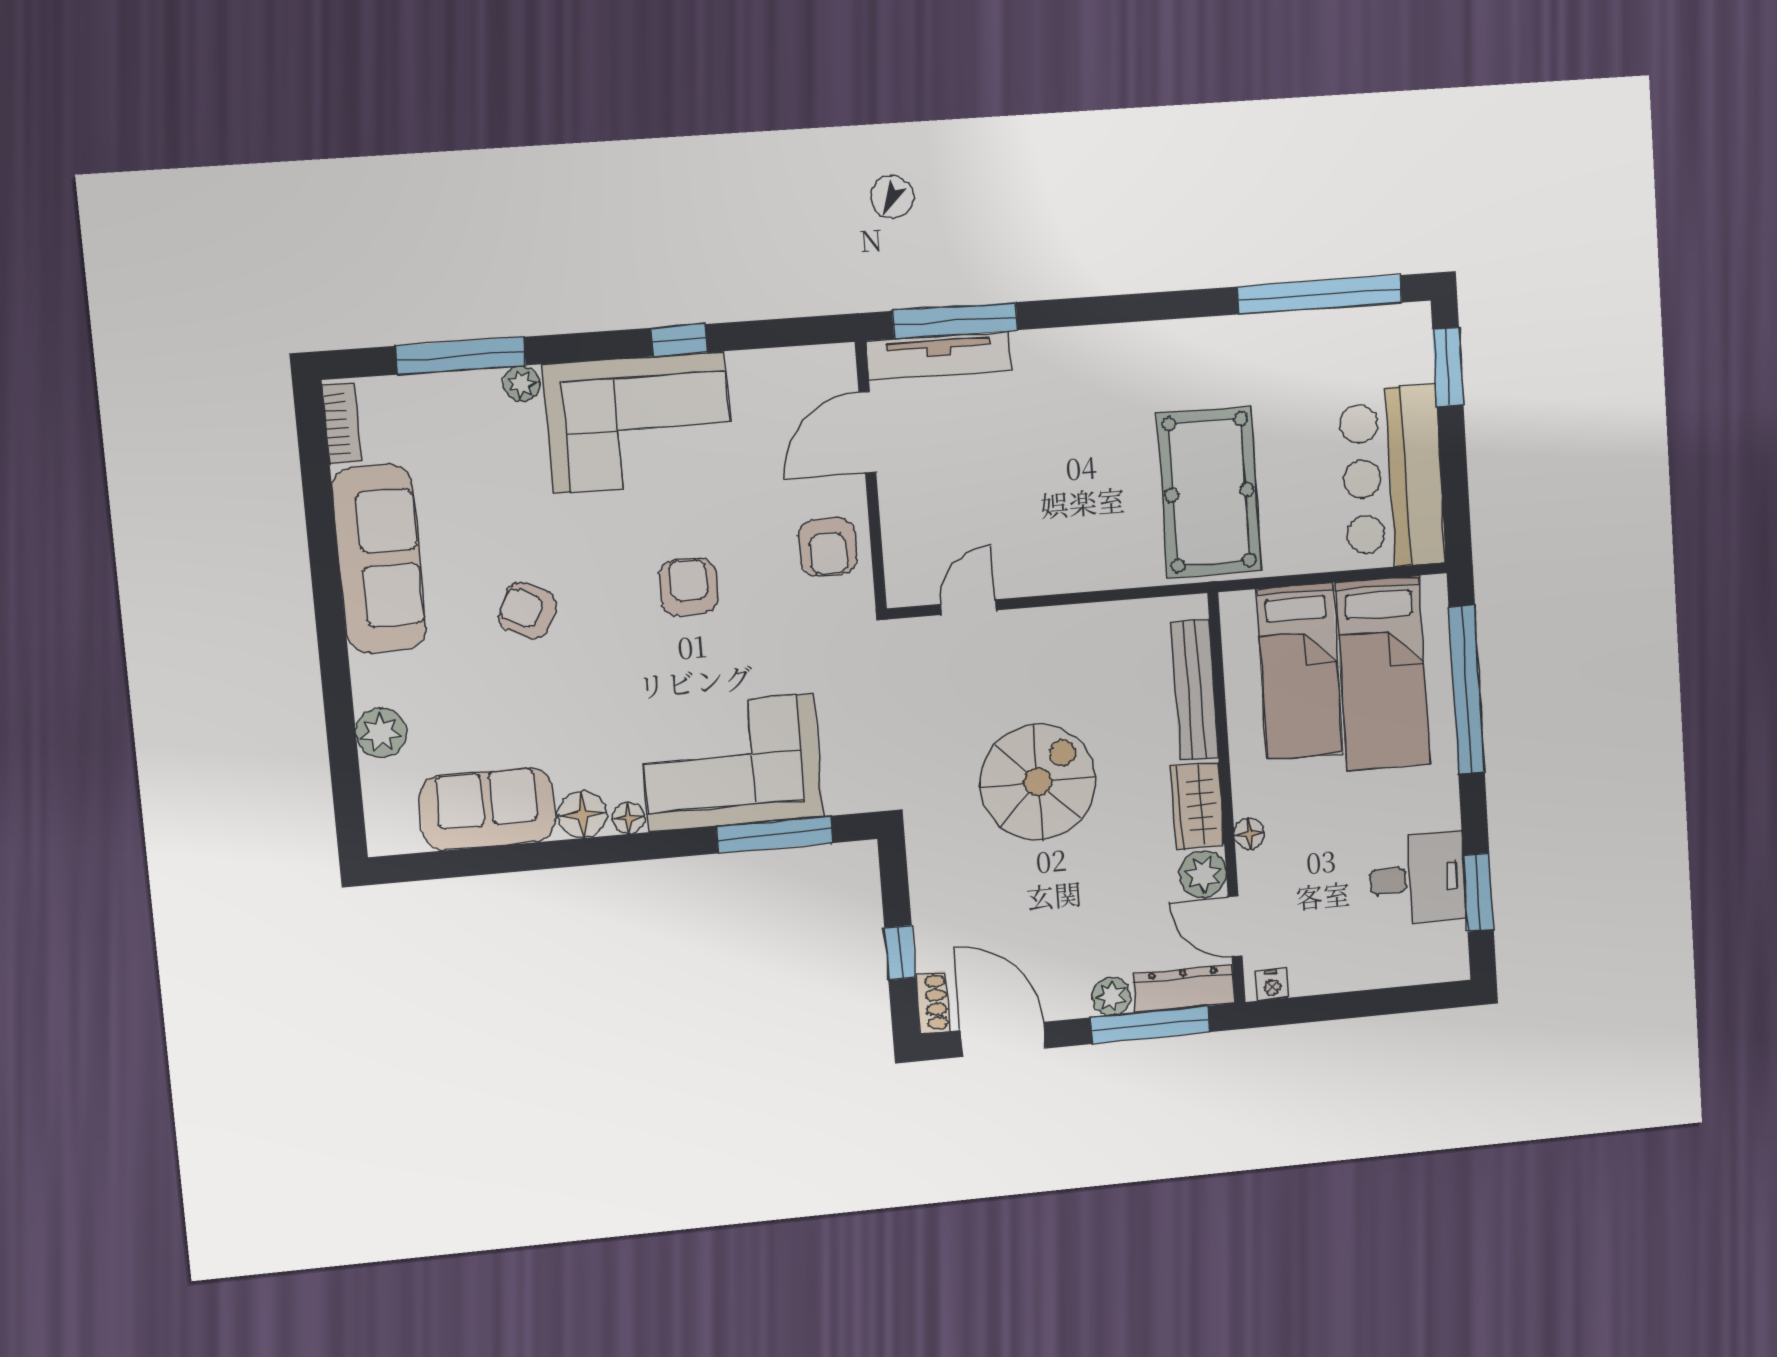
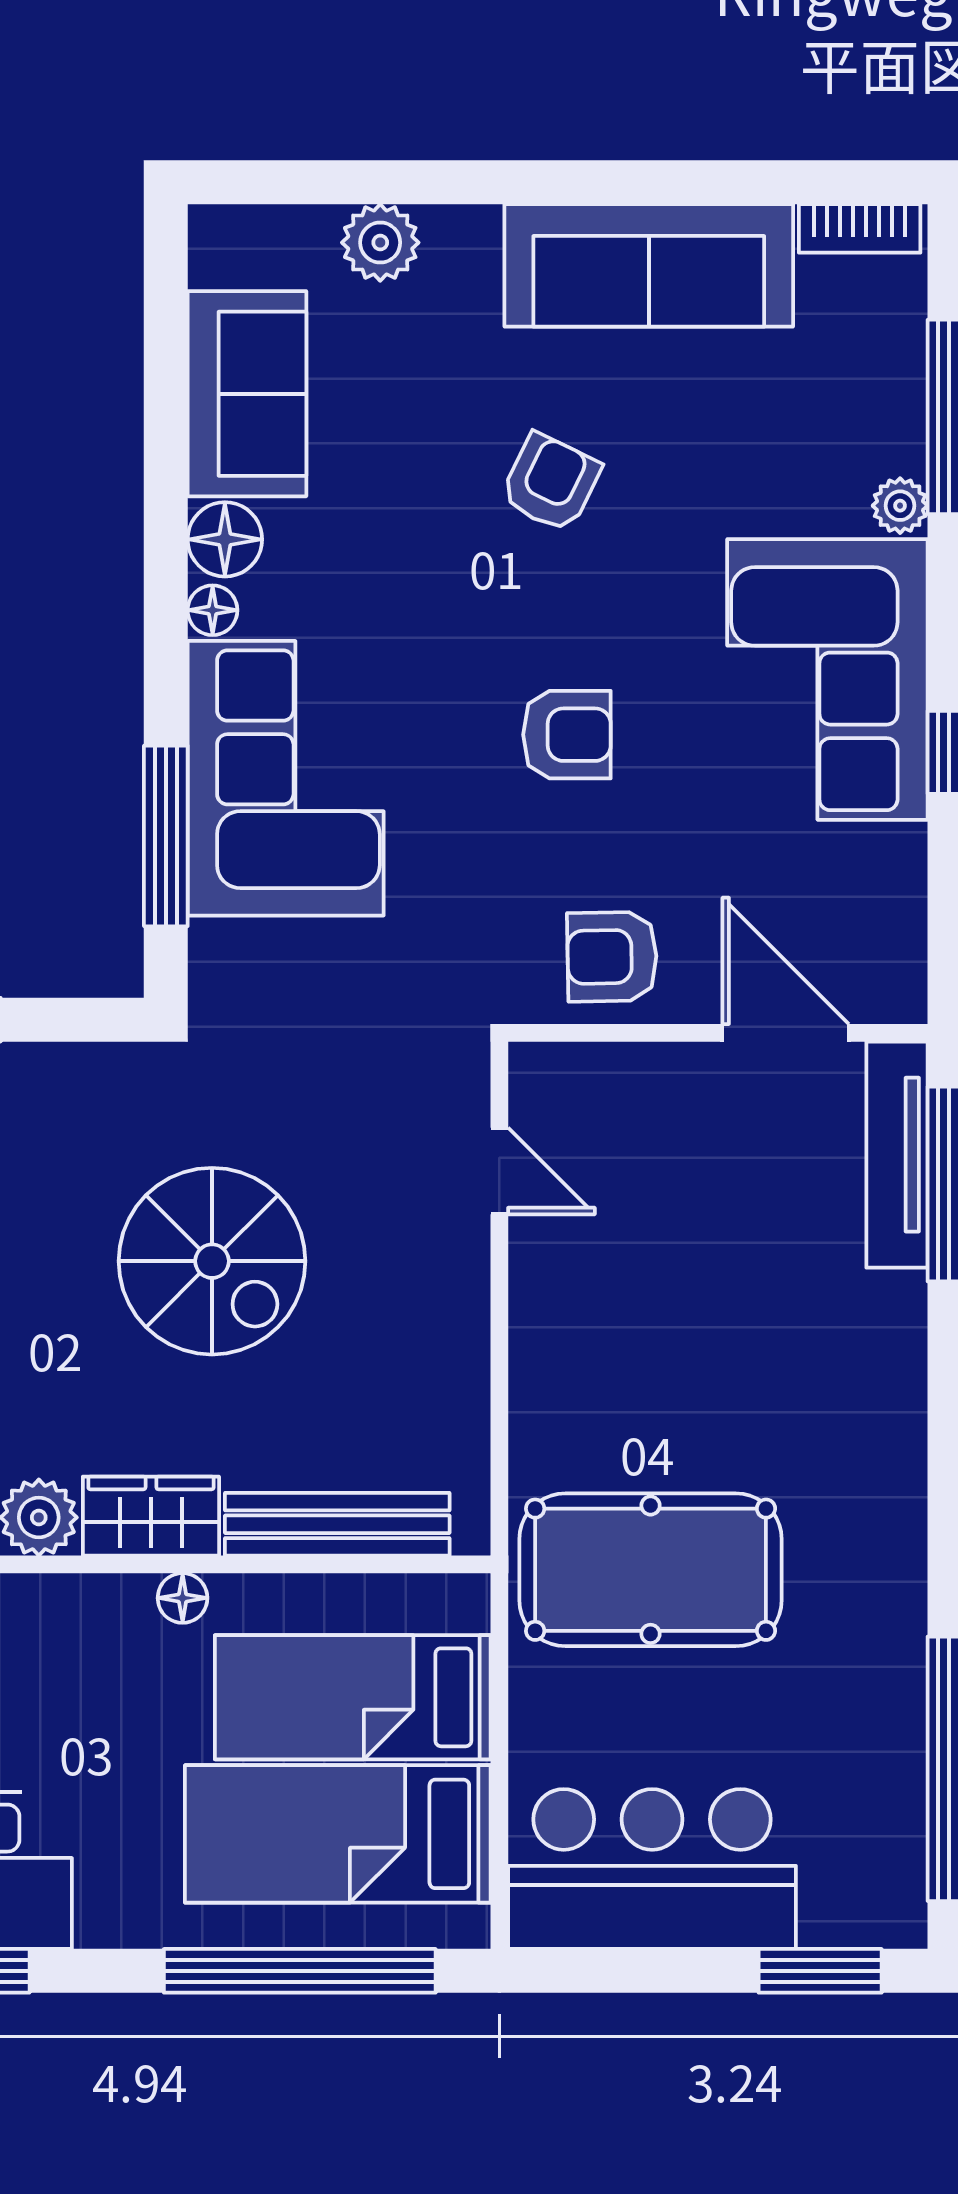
floor lamp: (1249, 834) -> (183, 1598), moved

